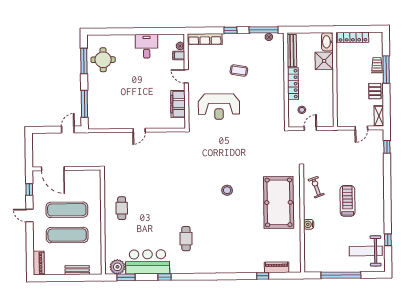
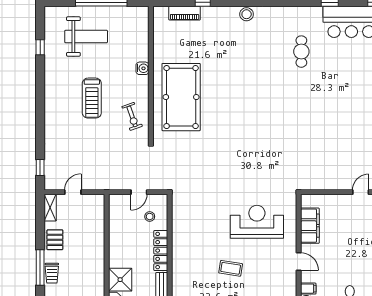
stool: (227, 190) -> (247, 14), moved
weight bench: (366, 251) -> (86, 36), moved

